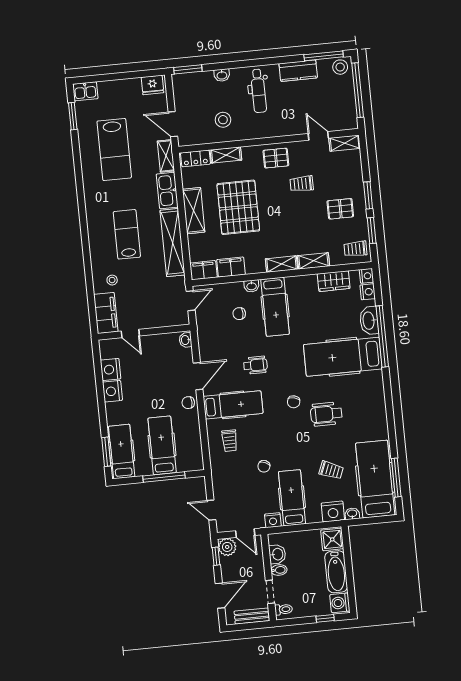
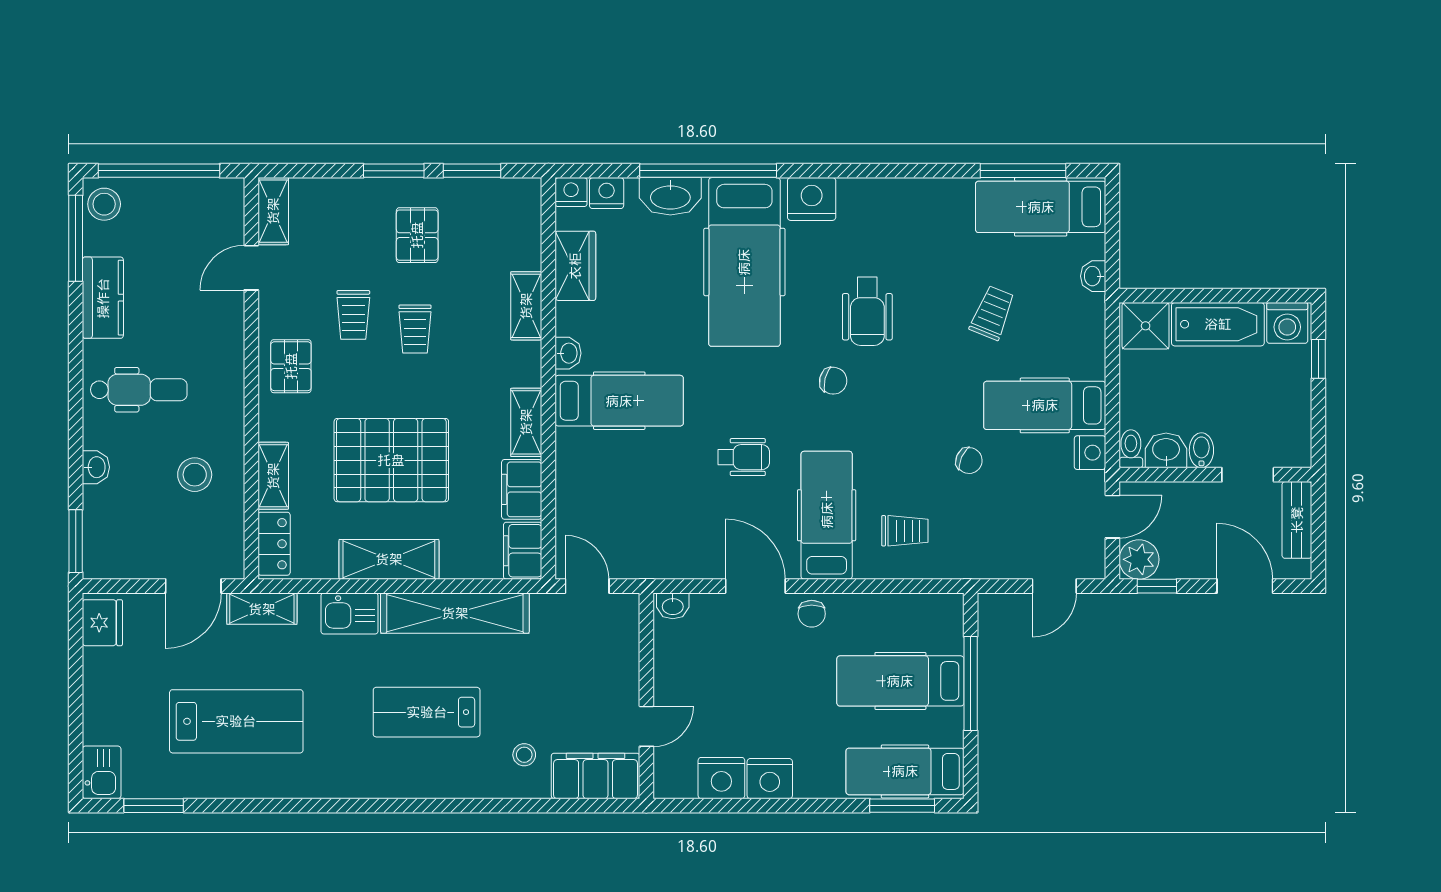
kitchen sink: (167, 191) -> (349, 613), width x0.73
trolley: (355, 249) -> (415, 329), moved
shelving: (281, 264) -> (526, 422), moved
washbasin: (252, 286) -> (568, 353), moved
chair: (239, 314) -> (626, 482), removed
wheelchair: (255, 365) -> (744, 457), turned 90
hospital bed: (375, 479) -> (1041, 207), width x0.73, depth x0.78
nightstand: (333, 512) -> (812, 199), moved, turned -90
toilet: (284, 609) -> (1131, 449), moved

